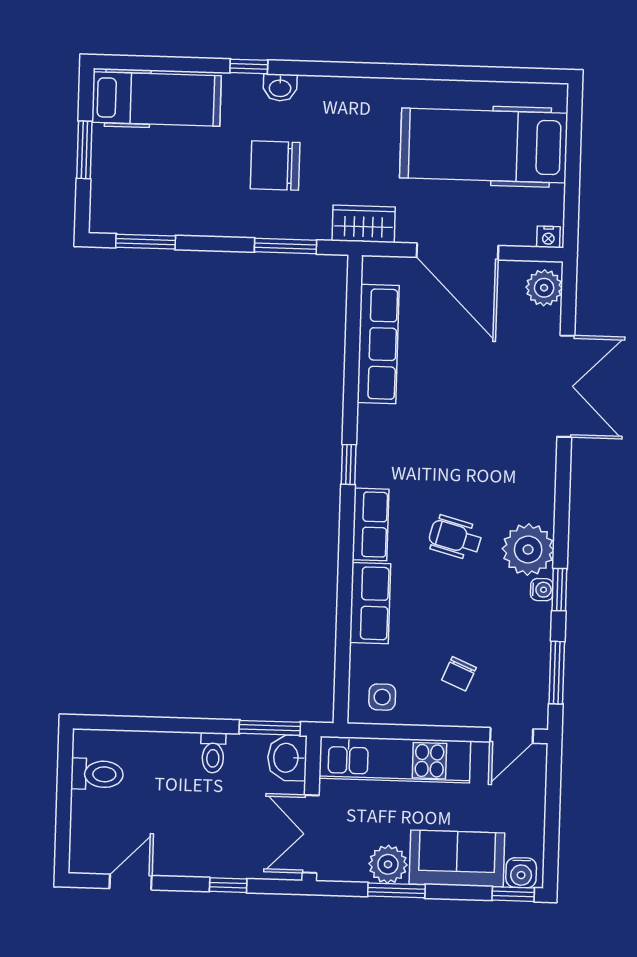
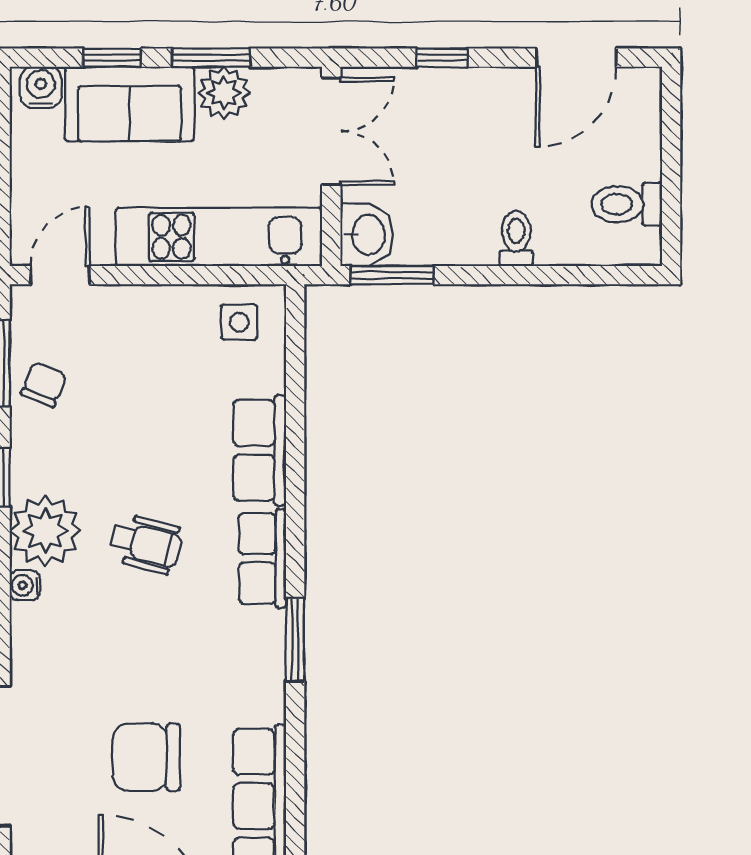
chair: (460, 382) -> (146, 757), added
window: (349, 464) -> (295, 640), width x1.50
water cooler: (542, 590) -> (25, 585), moved
chair: (459, 674) -> (44, 385), moved
toilet: (213, 753) -> (516, 238), moved
door: (131, 882) -> (576, 58), width x1.38
window: (513, 894) -> (112, 58), moved

